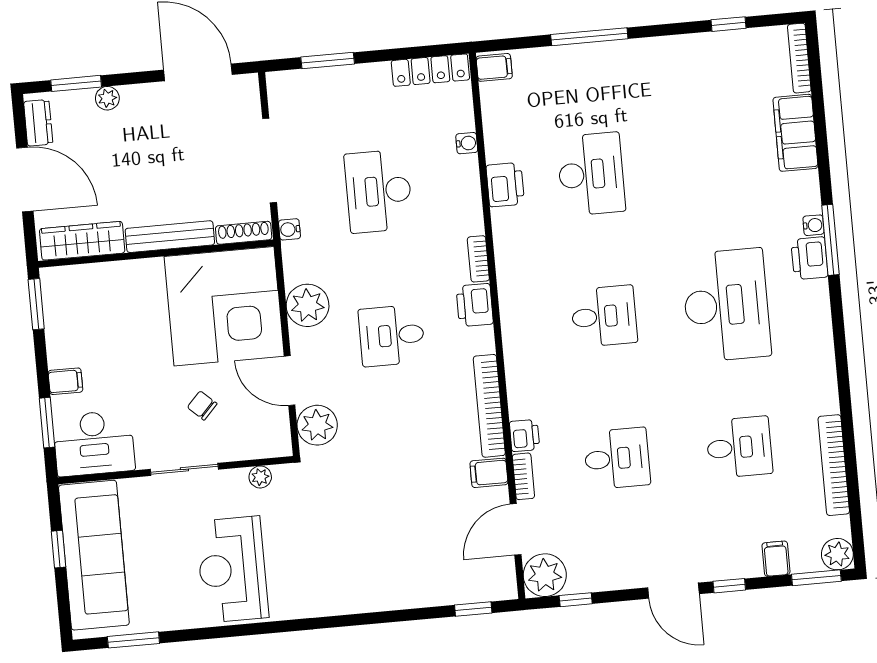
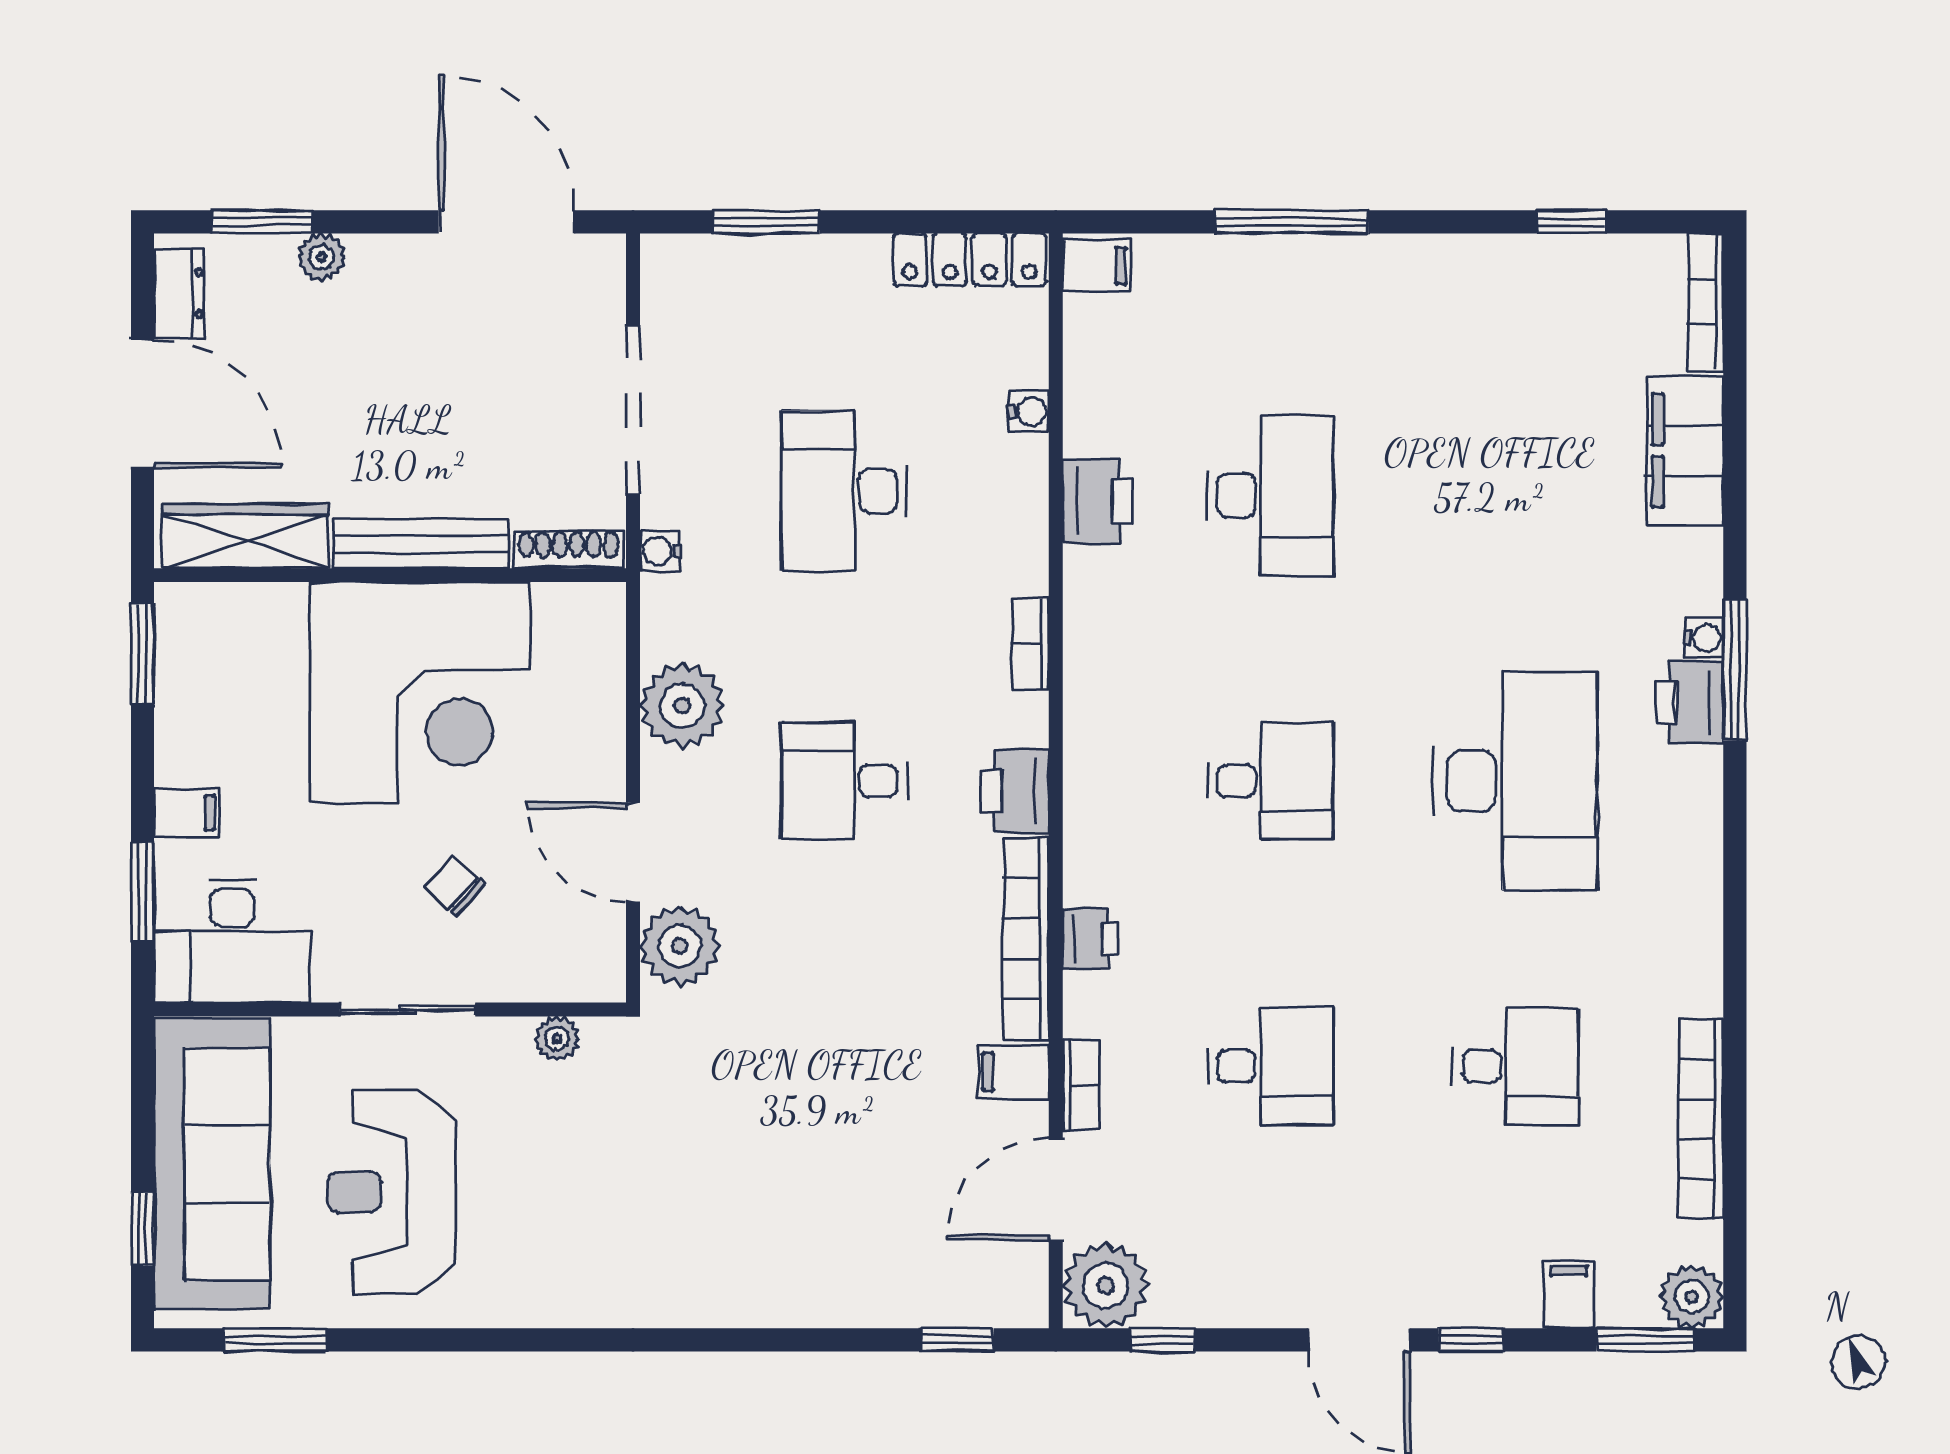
printer: (475, 305) -> (1015, 791), moved
corner desk: (224, 306) -> (420, 692), moved
printer: (524, 435) -> (1091, 939), moved
window: (59, 549) -> (143, 1229), moved
reception desk: (232, 569) -> (392, 1192), moved

